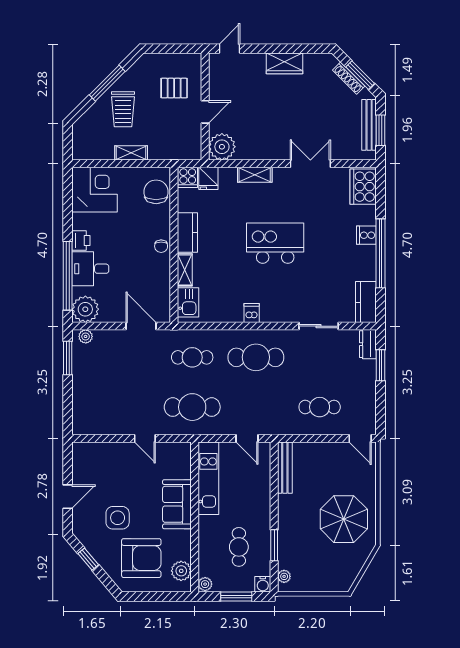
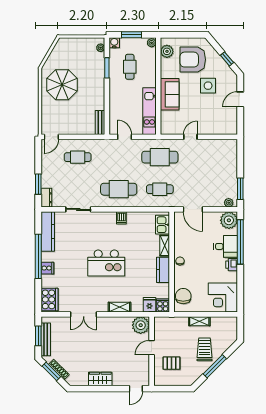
chair: (156, 192) -> (183, 296), turned 180
kitchen counter: (366, 302) -> (48, 232), width x1.50
door: (145, 438) -> (190, 137), hinge flipped
door: (360, 438) -> (51, 137), swing flipped
bench: (285, 468) -> (100, 122), width x0.73

